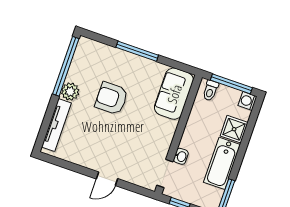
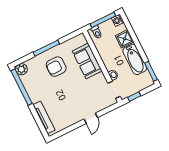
plant: (70, 92) -> (21, 69), moved
sofa: (174, 94) -> (87, 61), moved
armchair: (111, 98) -> (56, 67), moved

